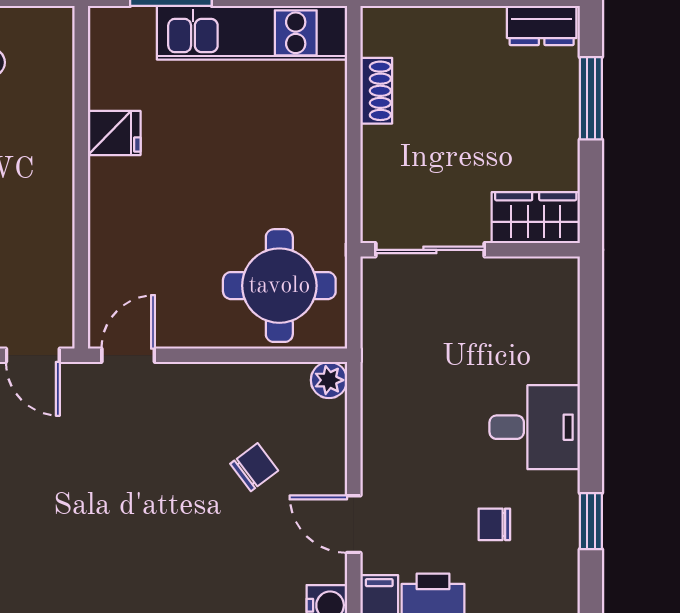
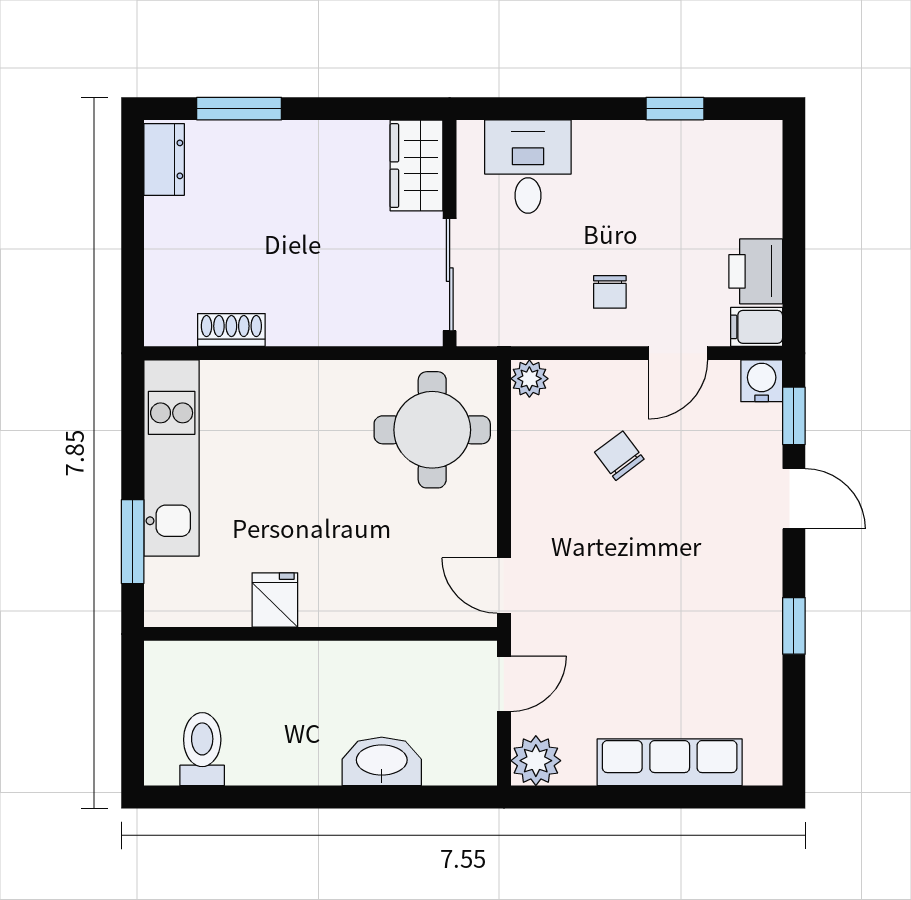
wardrobe: (536, 218) -> (417, 166), moved
sliding door: (430, 250) -> (450, 275), moved
wall: (470, 250) -> (450, 233), moved
desk: (535, 427) -> (528, 167), moved
chair: (494, 524) -> (610, 292), moved

